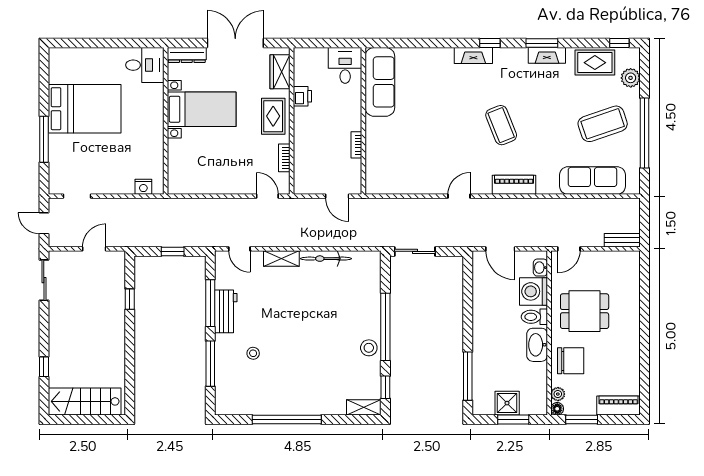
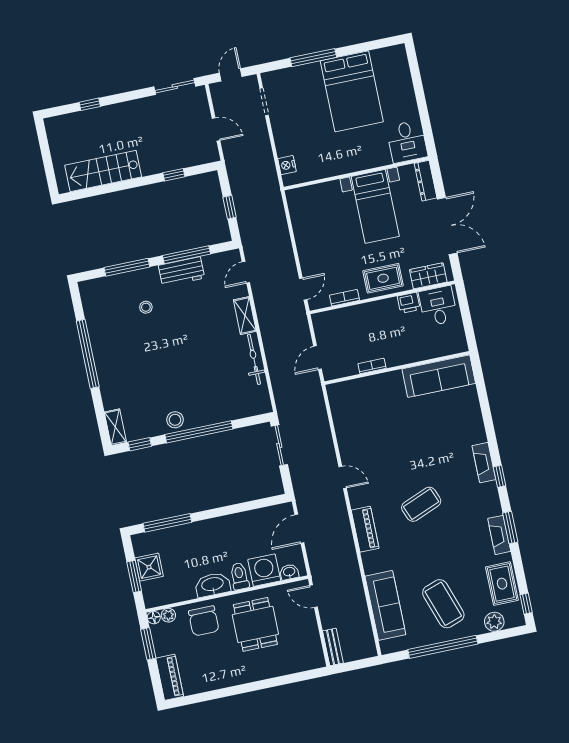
desk: (345, 65) -> (438, 306), moved, turned -90
stairs: (85, 401) -> (103, 171), moved, turned -90

